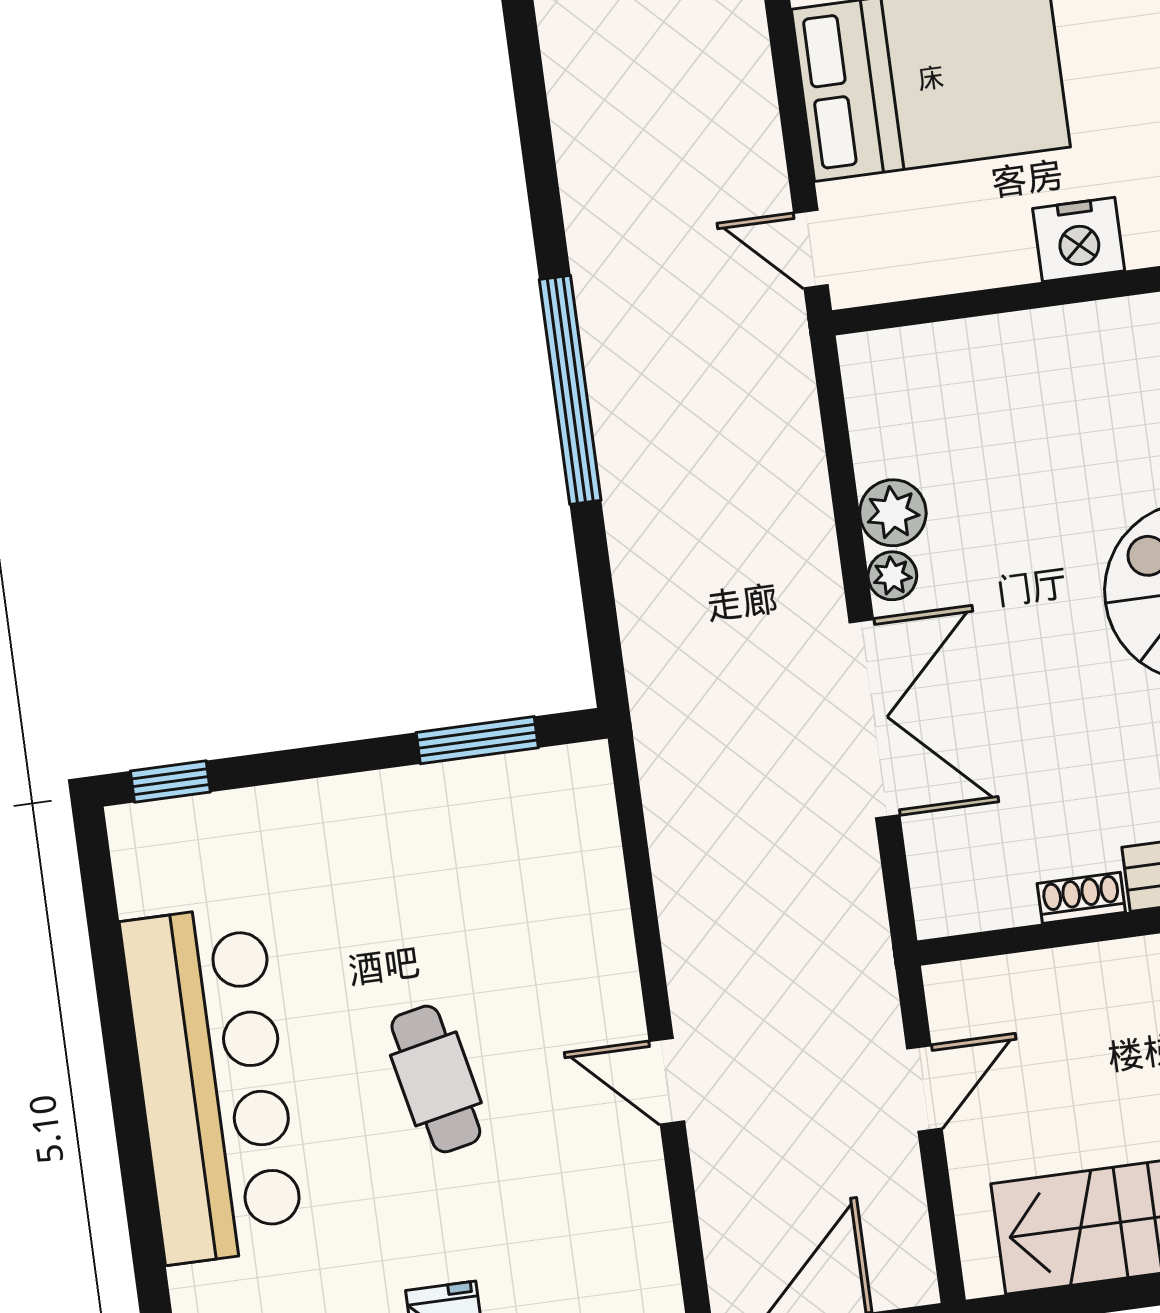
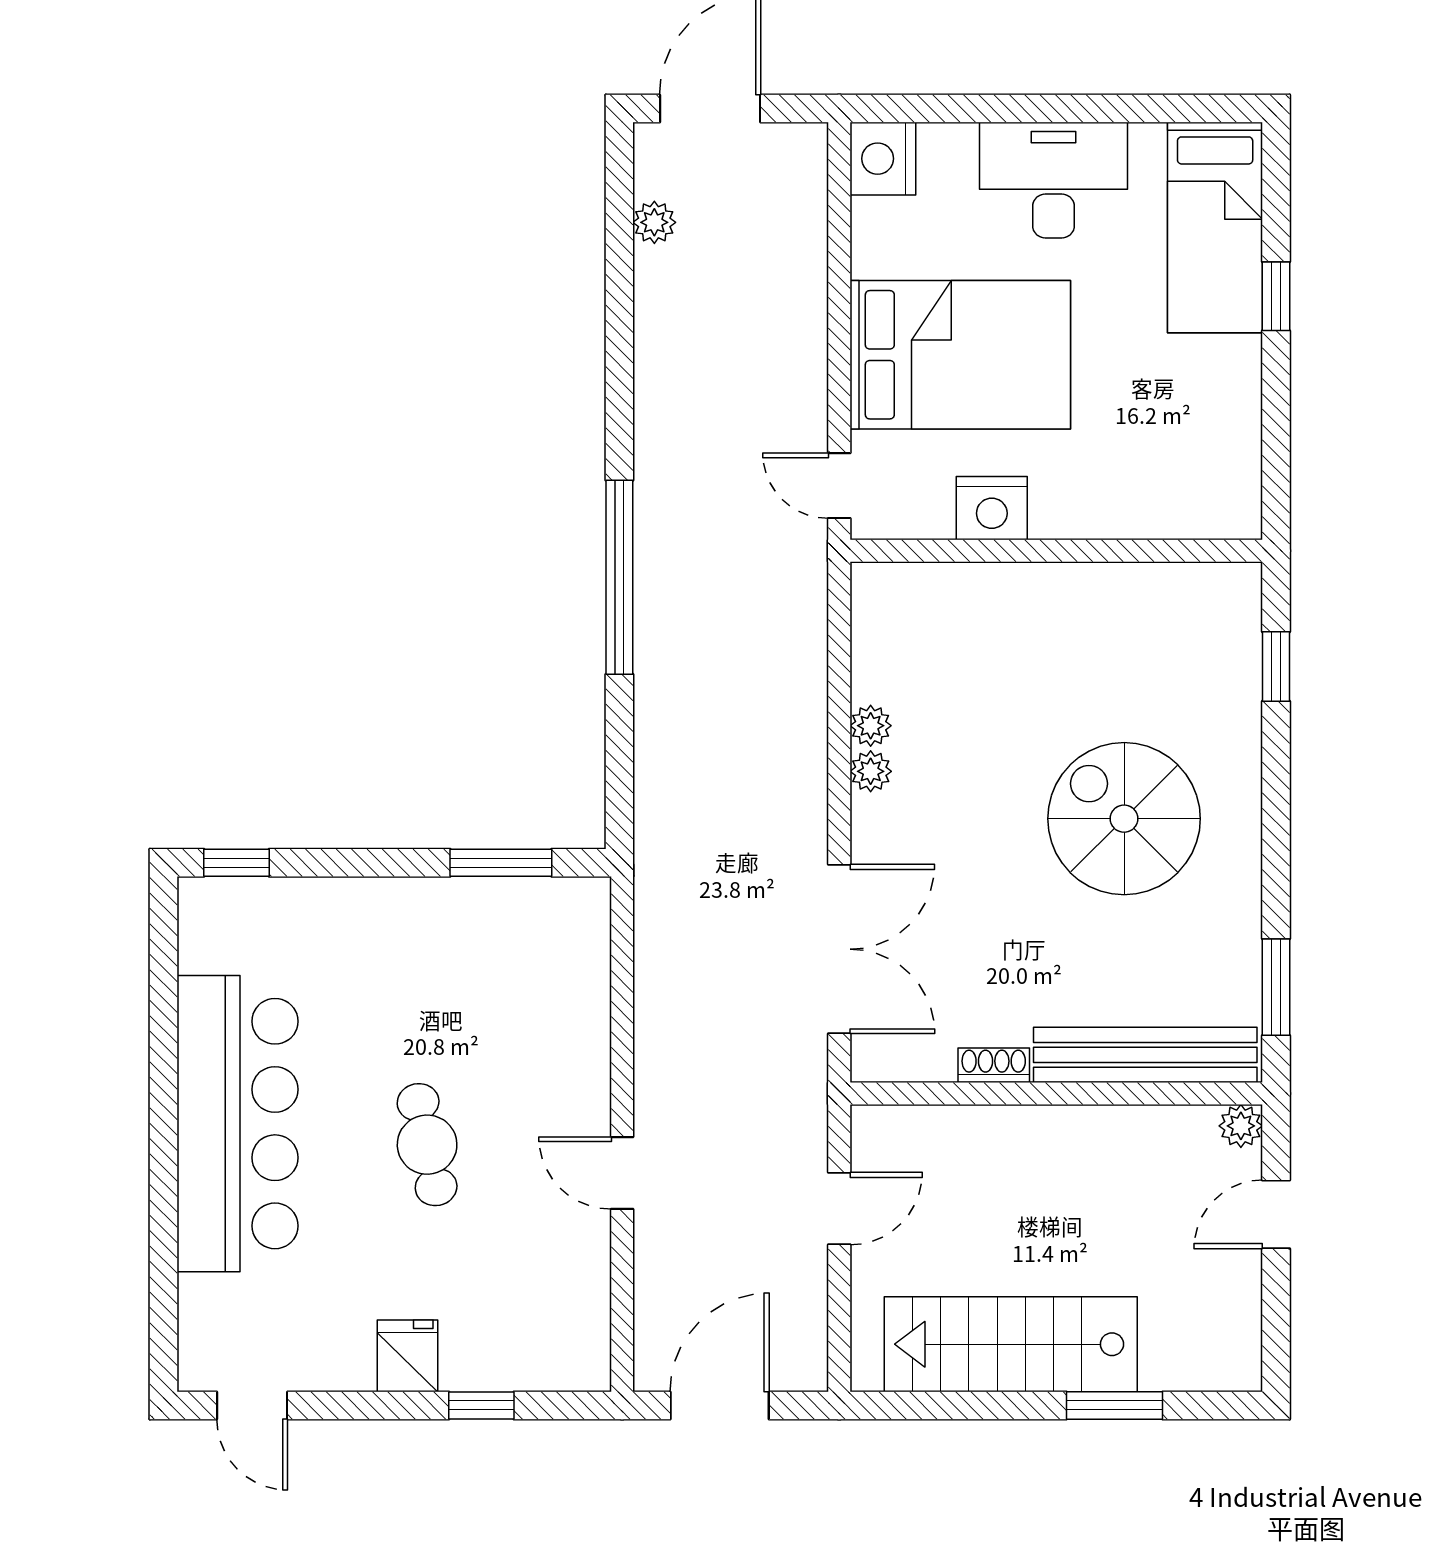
nightstand: (1079, 240) -> (992, 508), moved
plant: (893, 513) -> (871, 726), width x0.73, depth x0.73
double door: (874, 719) -> (839, 949), moved

